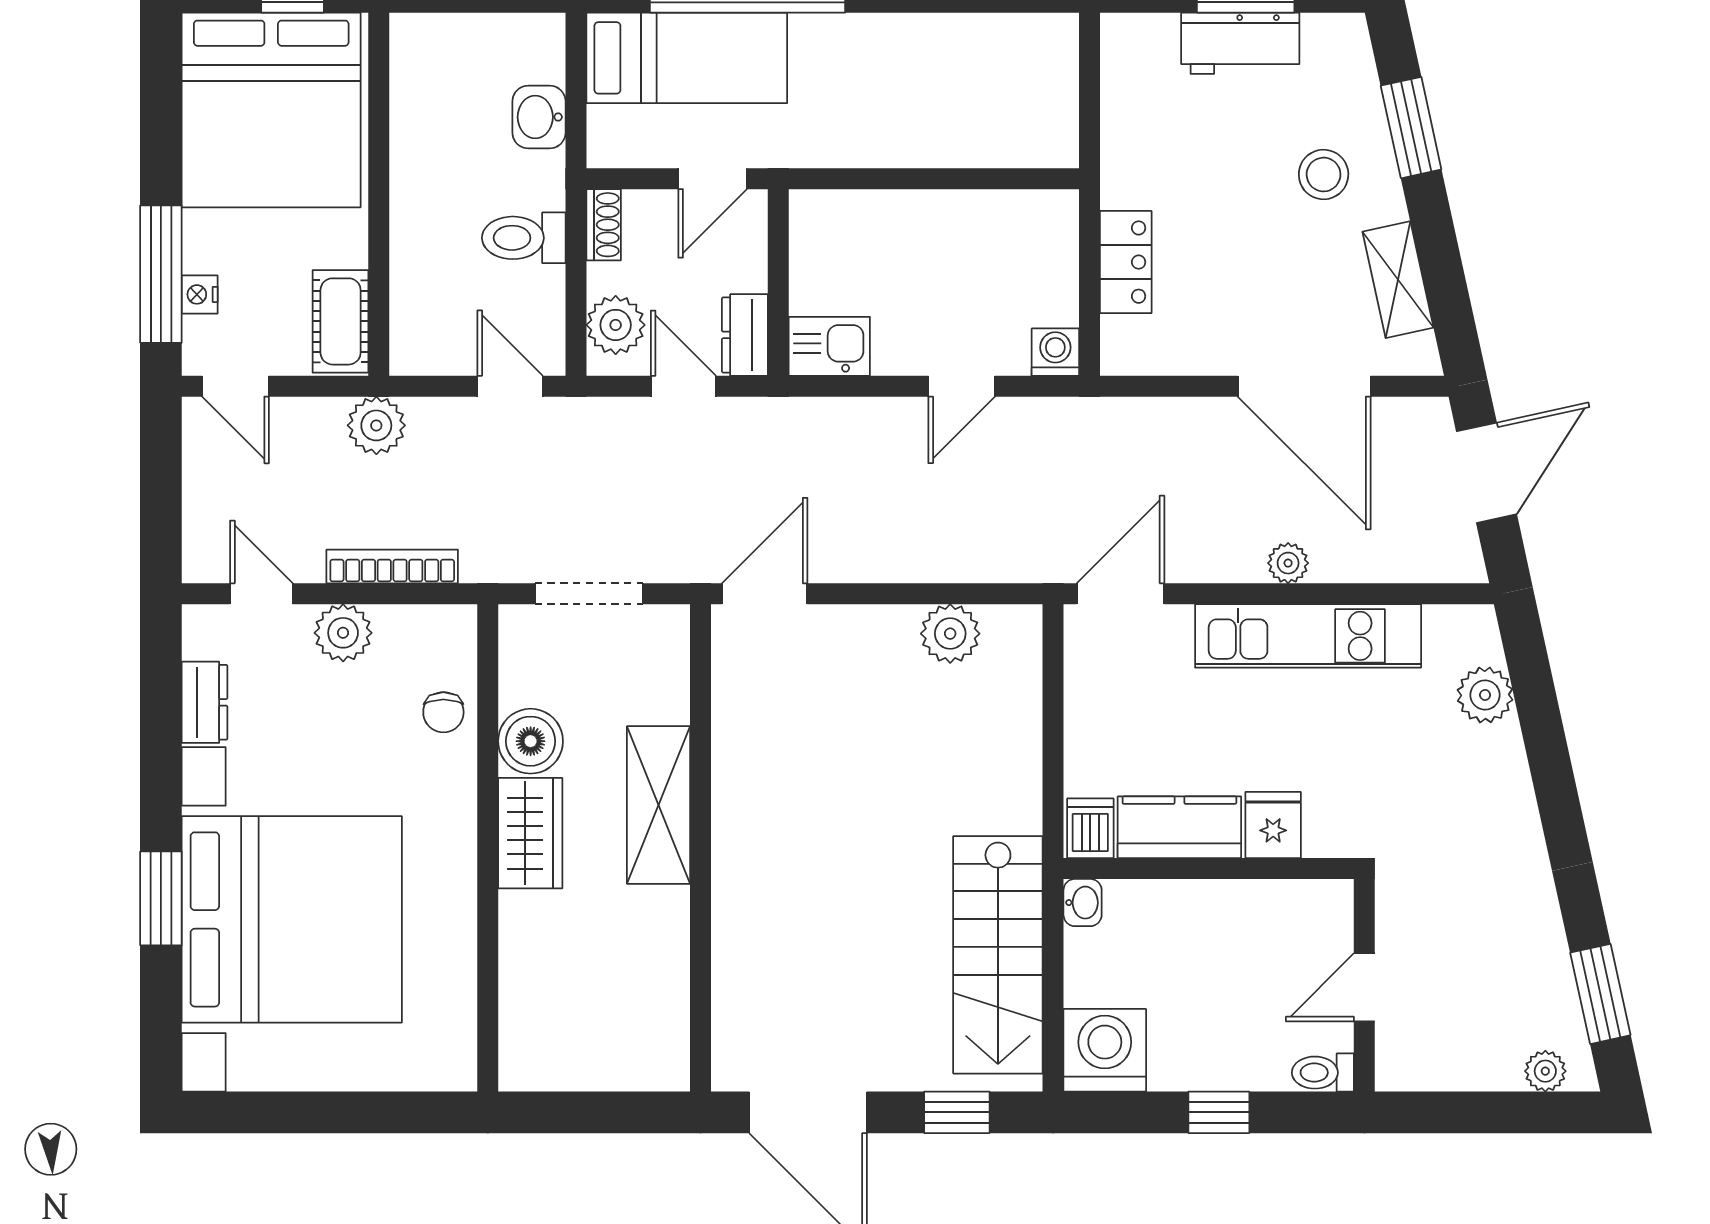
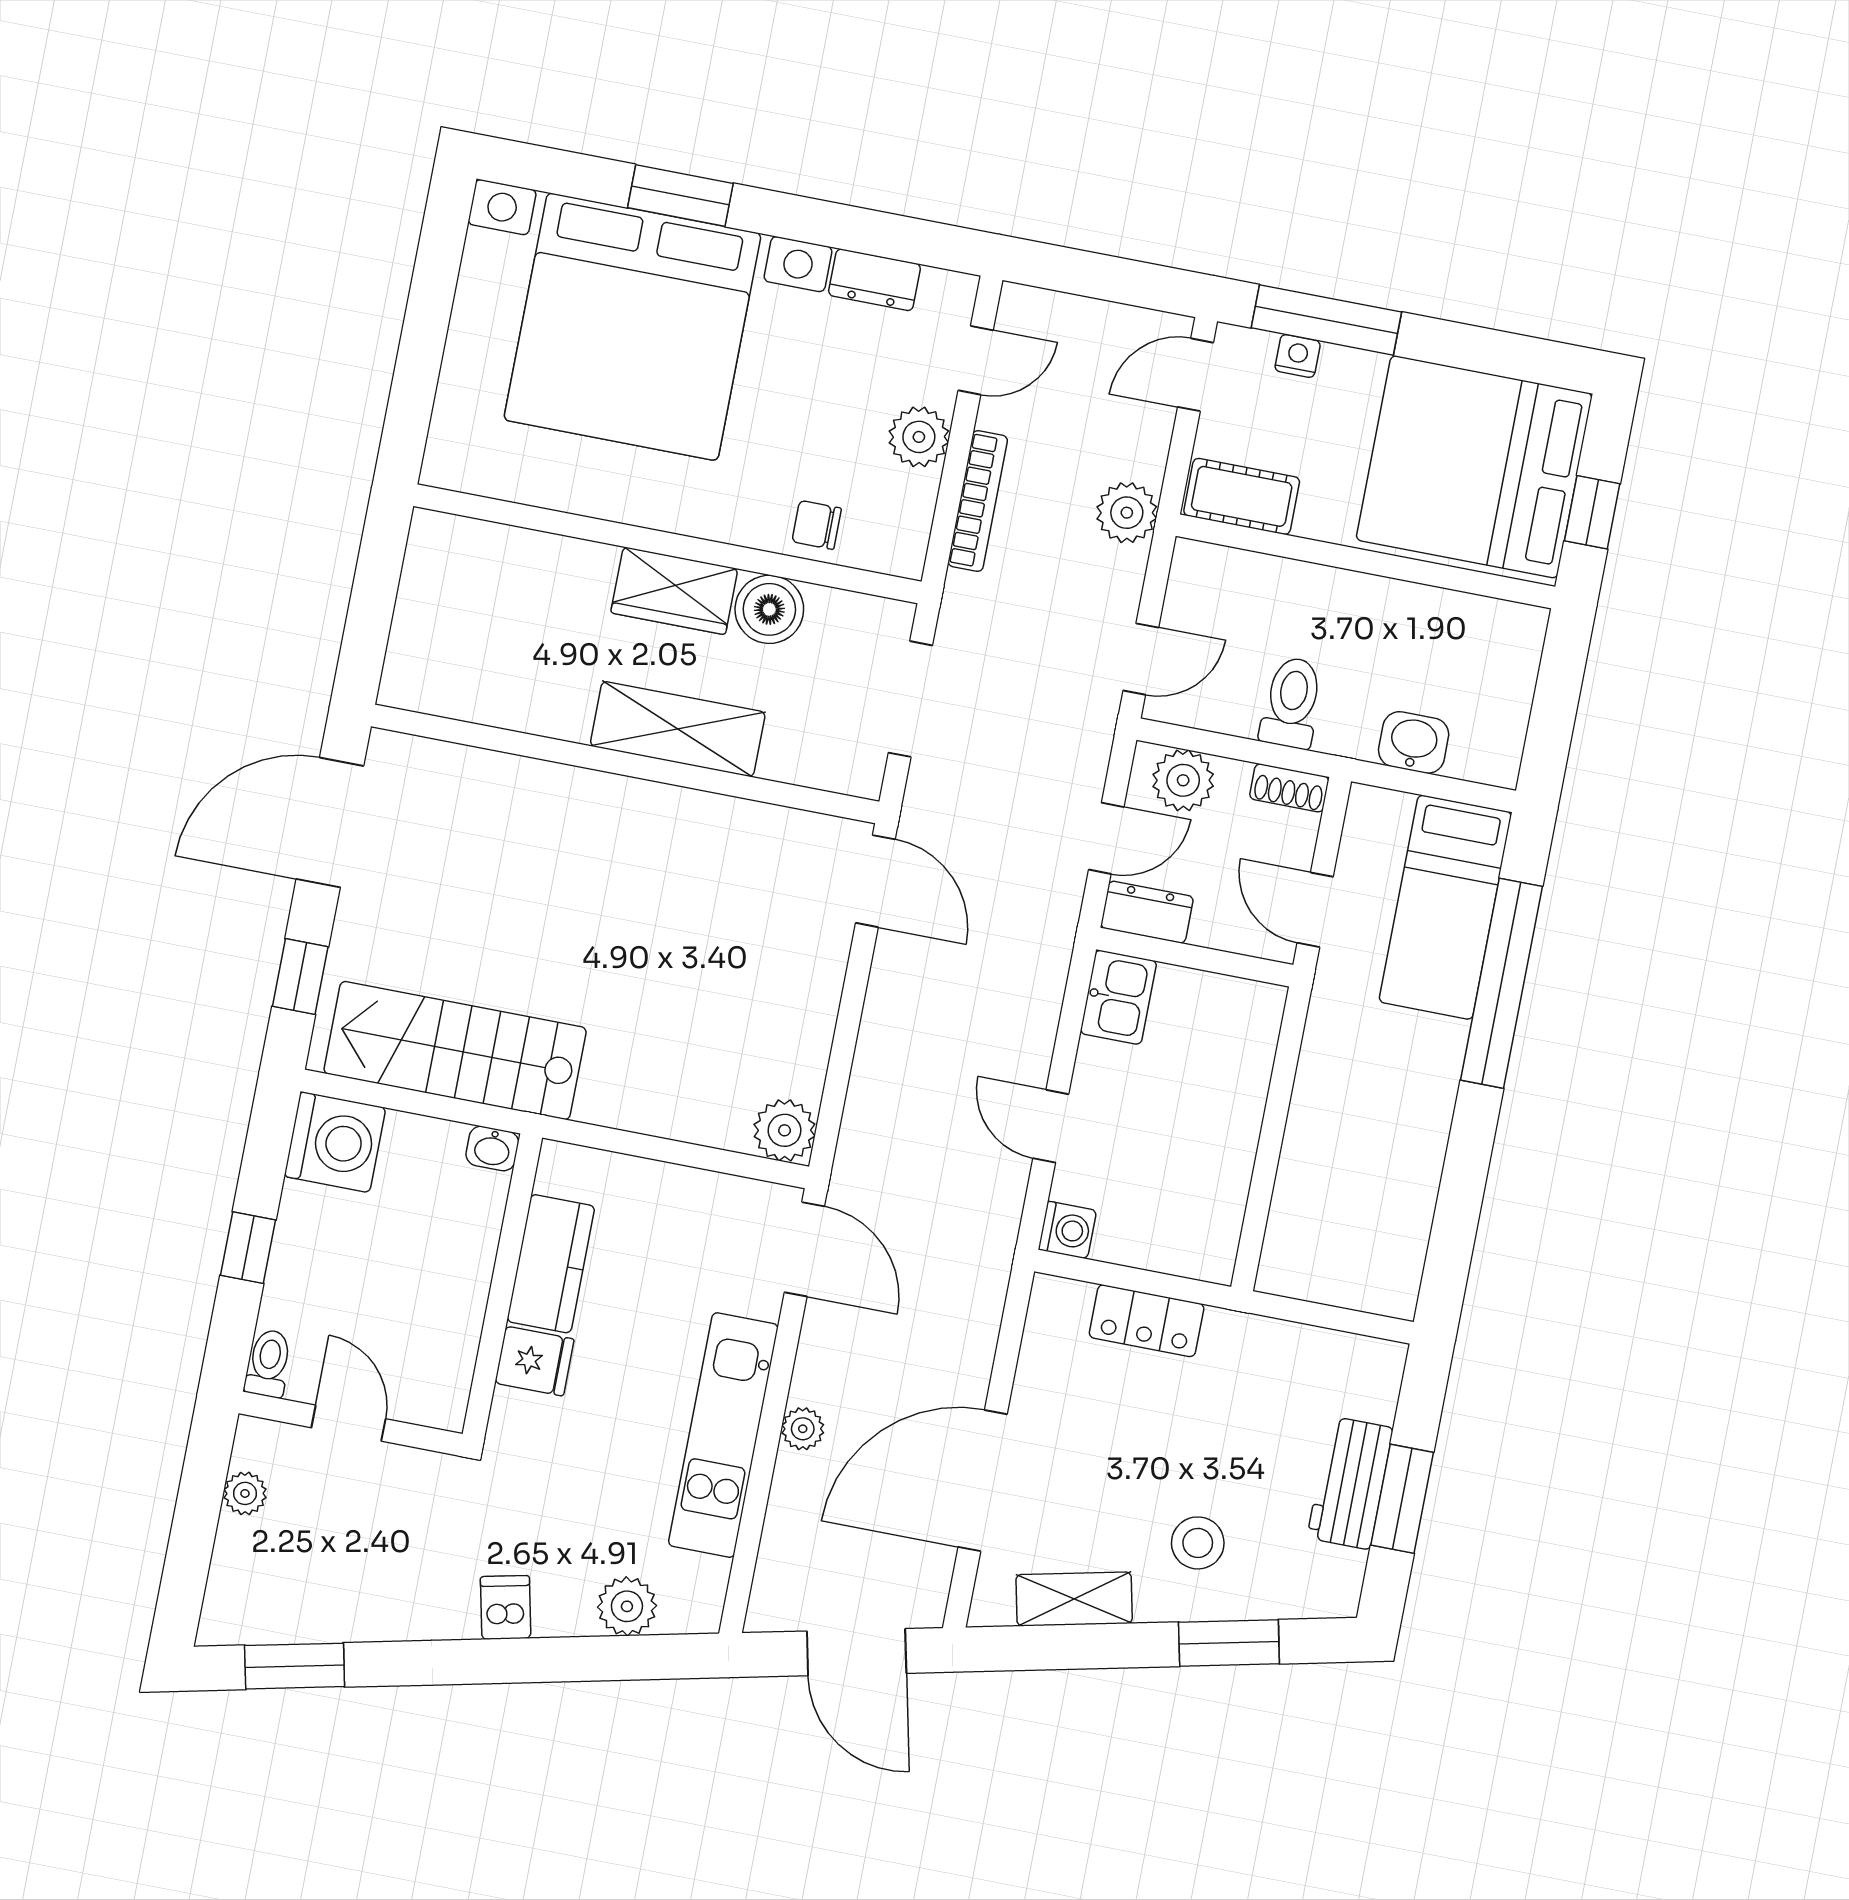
plant: (950, 634) -> (785, 1130), moved
dishwasher: (1090, 828) -> (506, 1607), moved, turned -102
plant: (1545, 1071) -> (245, 1493), moved

